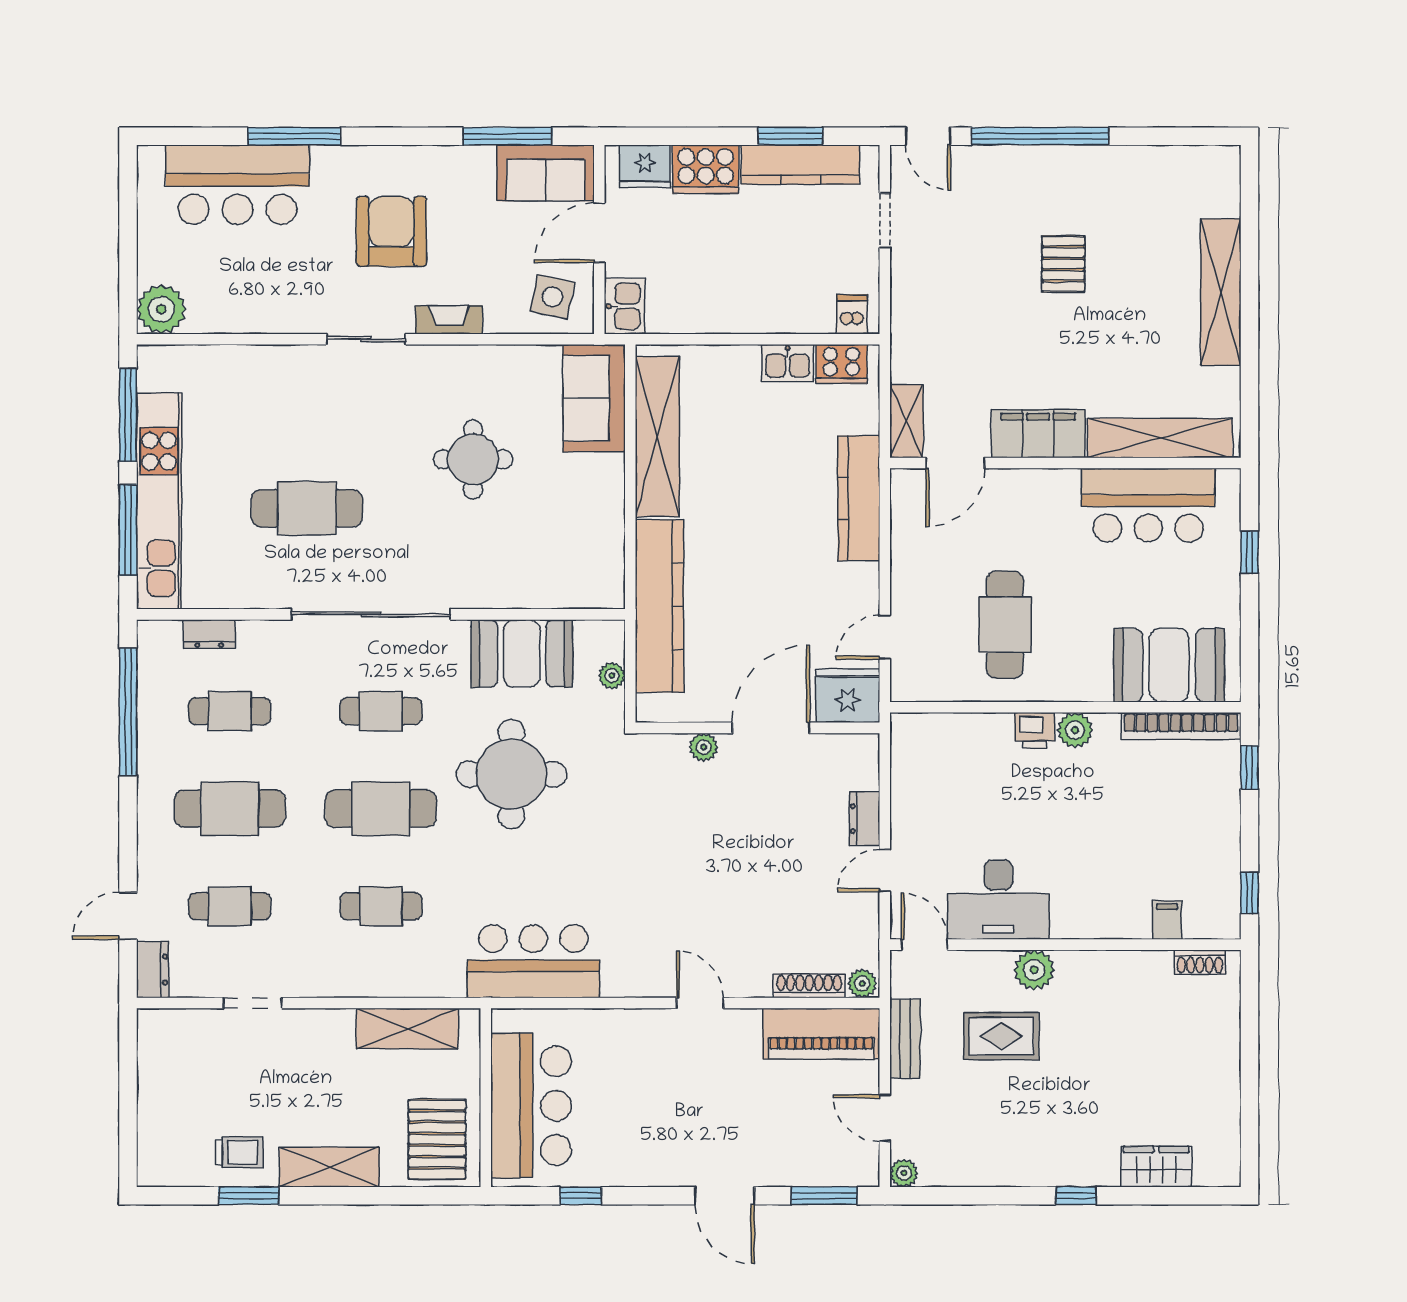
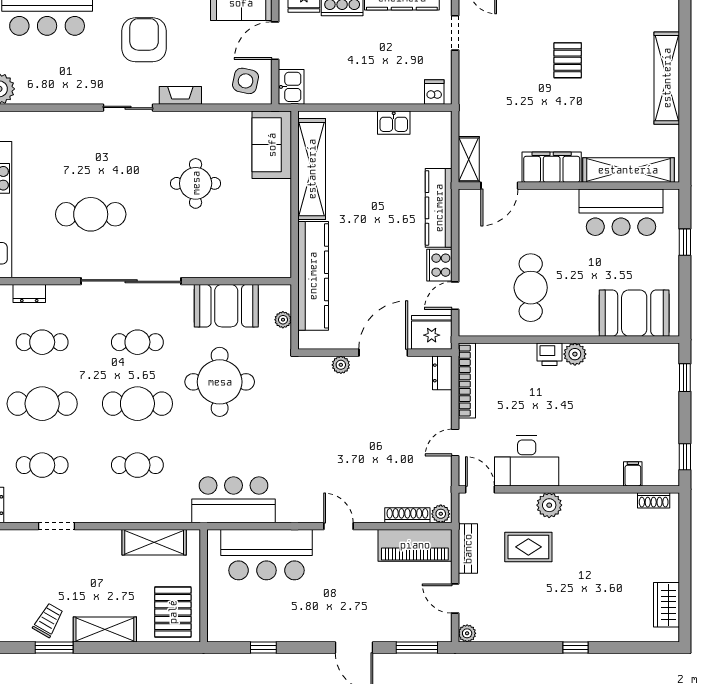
cooker: (841, 364) -> (439, 265), moved, turned 90
bookcase: (1181, 726) -> (467, 381), moved, turned -90
dresser: (865, 819) -> (442, 373), moved
bar counter: (531, 1106) -> (266, 555), moved, turned 90
trolley: (239, 1152) -> (48, 620), turned -60
wardrobe: (1156, 1167) -> (666, 605), moved, turned -90

